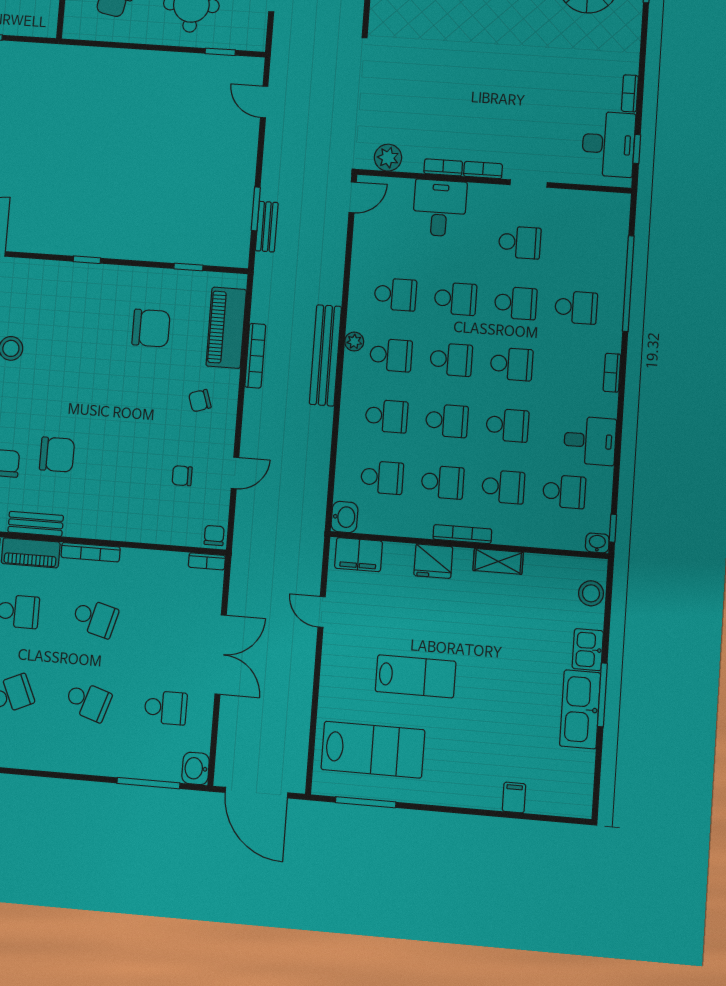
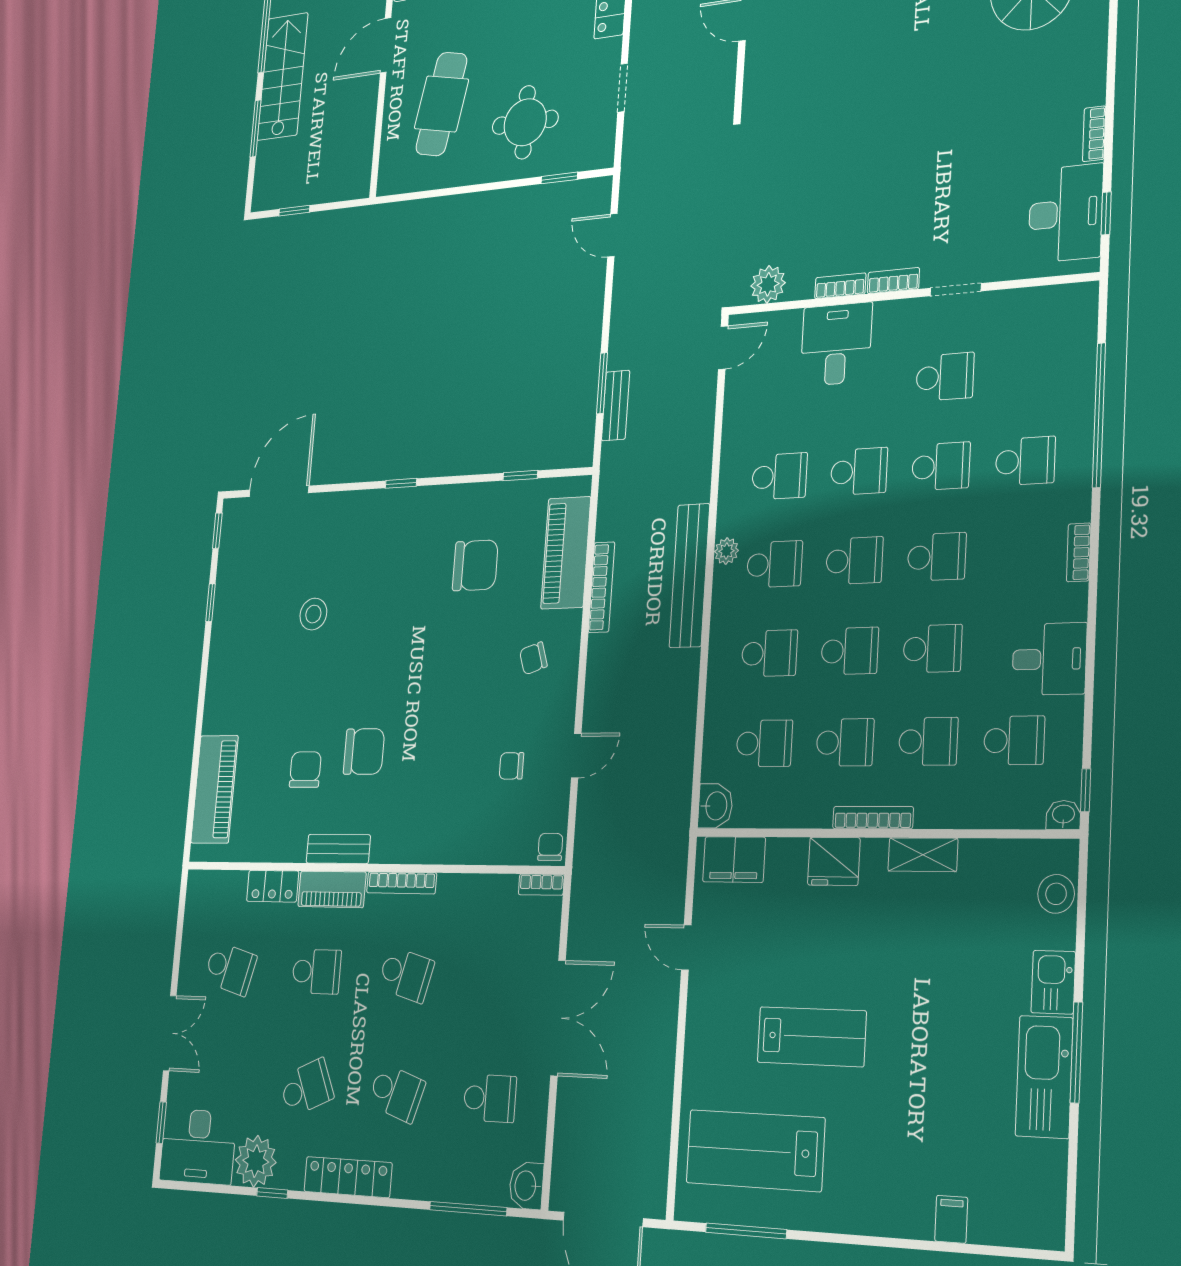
lab bench: (373, 750) -> (755, 1150), turned 180
locker: (48, 759) -> (348, 1177), added

